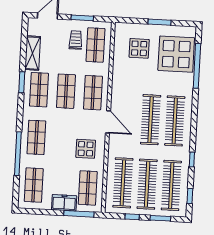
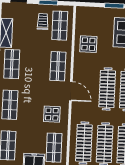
display table: (139, 48) -> (88, 44), moved
shop shelf: (66, 91) -> (35, 65), removed

